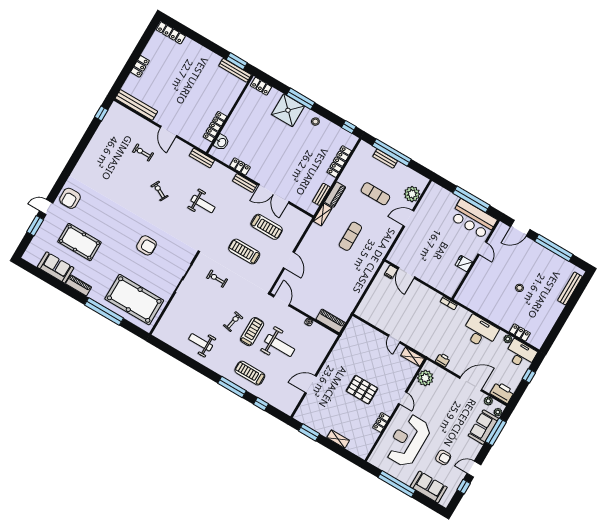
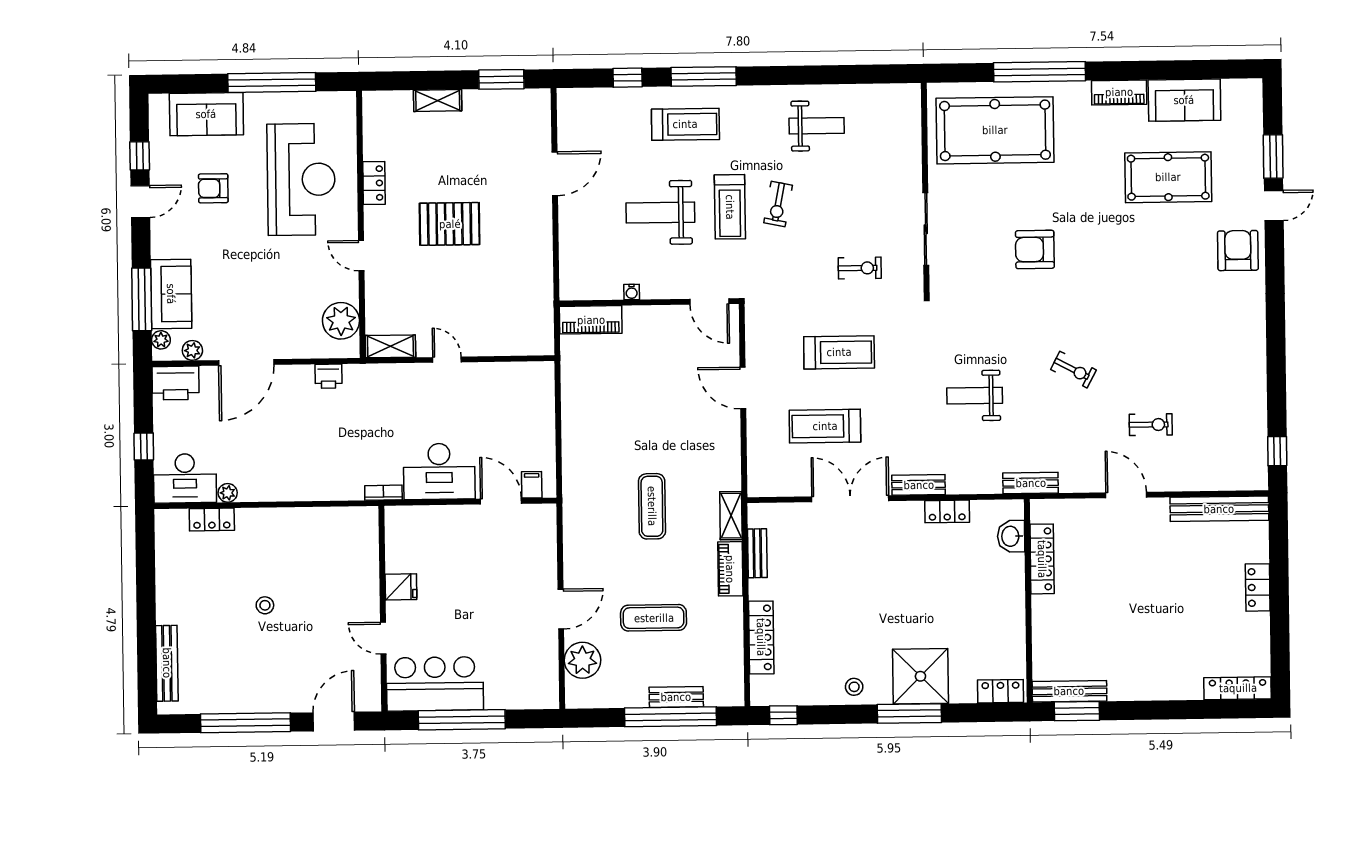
desk: (480, 332) -> (439, 471), moved

